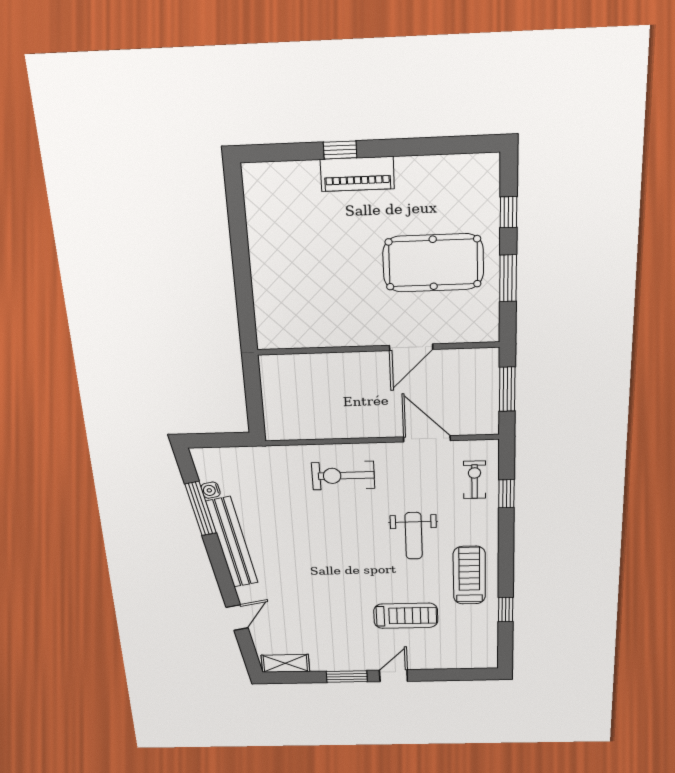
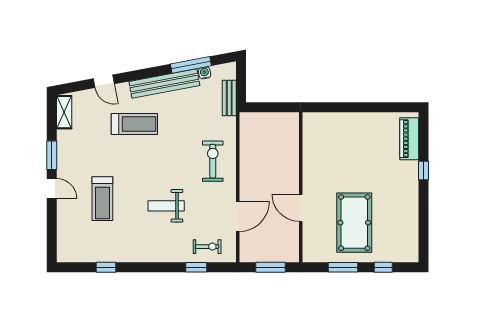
piano: (357, 174) -> (409, 139), moved
bench: (245, 456) -> (229, 98), added
treadmill: (469, 575) -> (134, 124), moved

